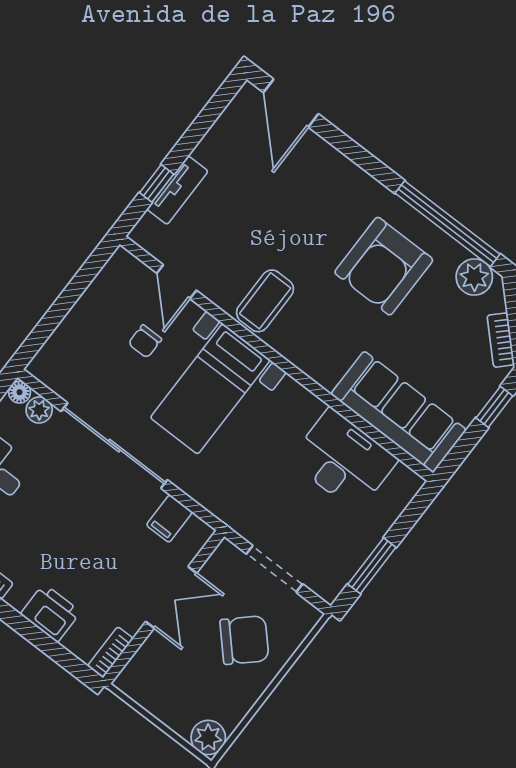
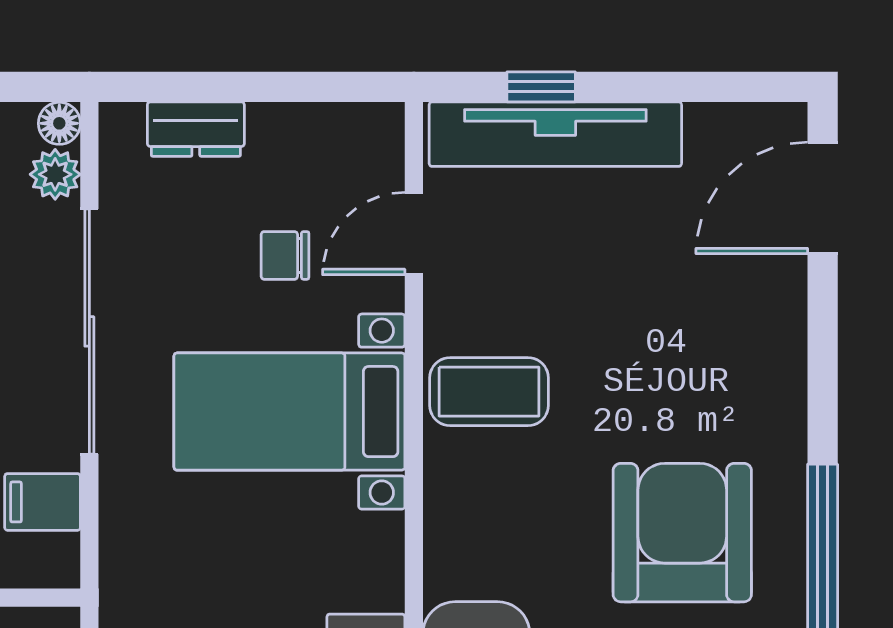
tv unit: (178, 190) -> (555, 134), width x1.92, depth x1.29
armchair: (384, 266) -> (682, 533), turned 90
dresser: (65, 338) -> (196, 129), added

